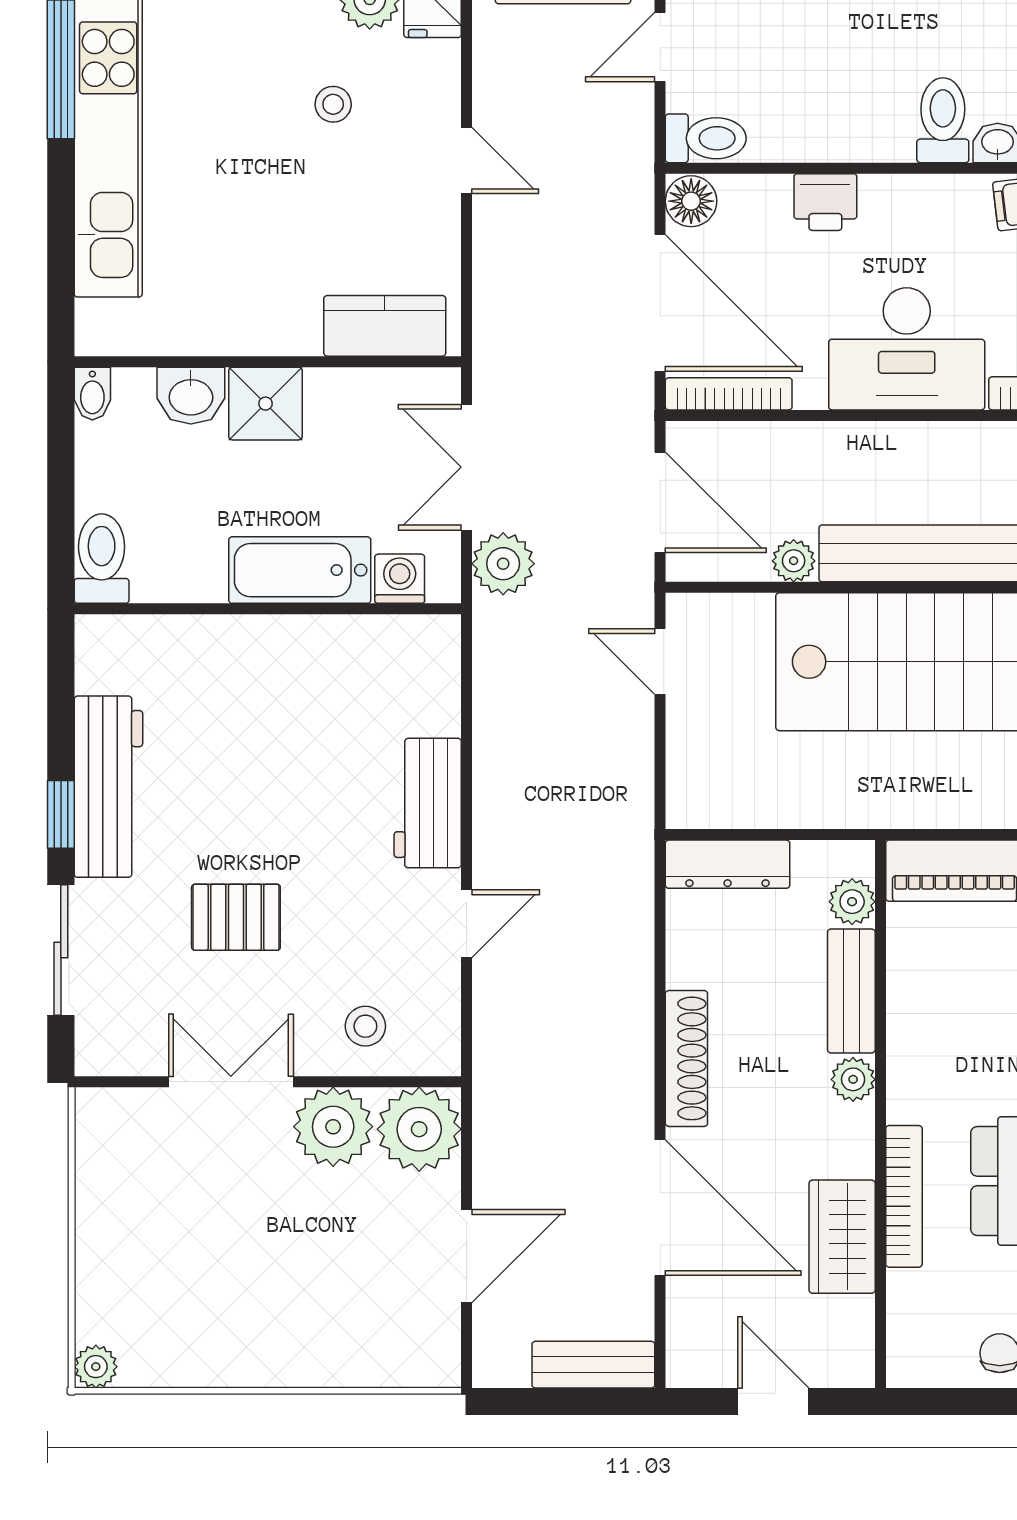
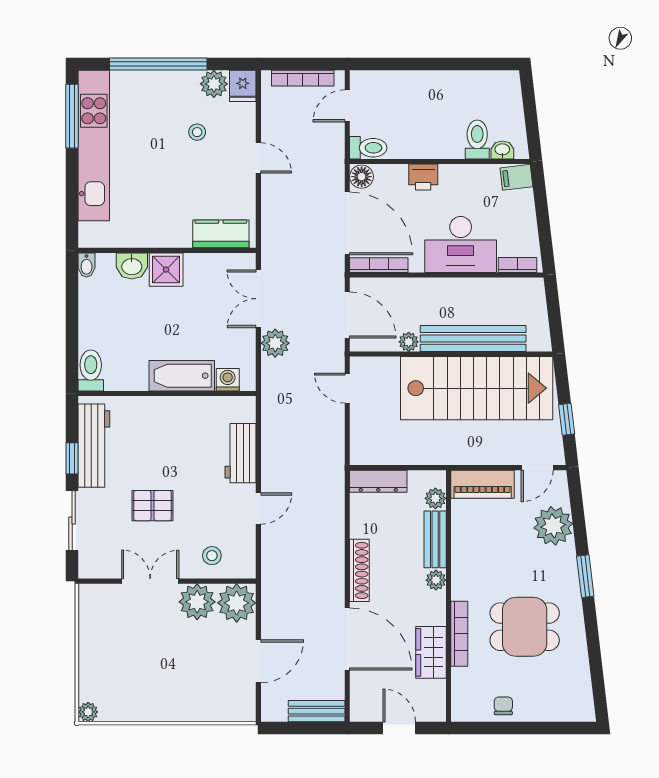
toilet: (102, 559) -> (91, 370), moved
bathtub: (300, 570) -> (182, 376), moved
washing machine: (400, 579) -> (228, 380), moved
wall: (268, 609) -> (167, 394), moved

